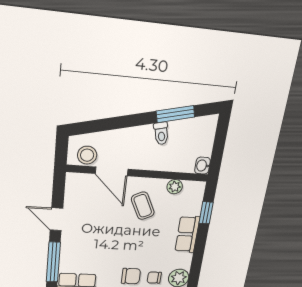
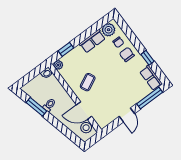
door: (112, 171) -> (84, 111), swing flipped
plant: (175, 187) -> (58, 65), moved
row of seats: (187, 234) -> (92, 41), moved

